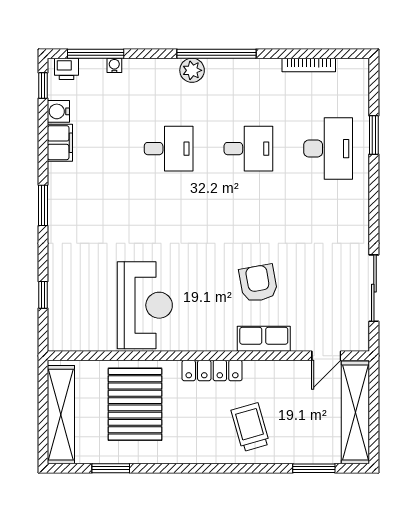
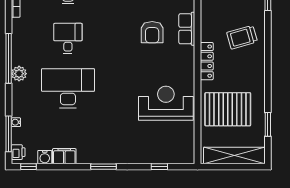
desk: (169, 149) -> (68, 88), width x1.87, depth x1.30
armchair: (258, 283) -> (152, 32), turned -80

